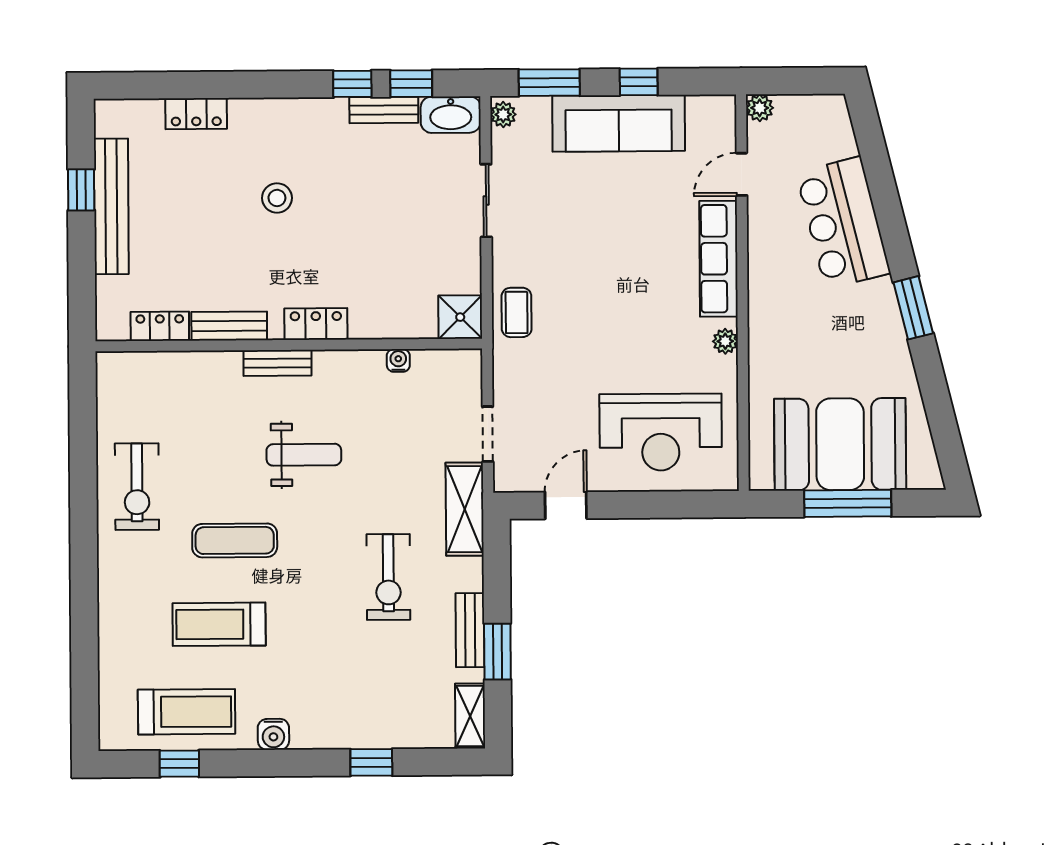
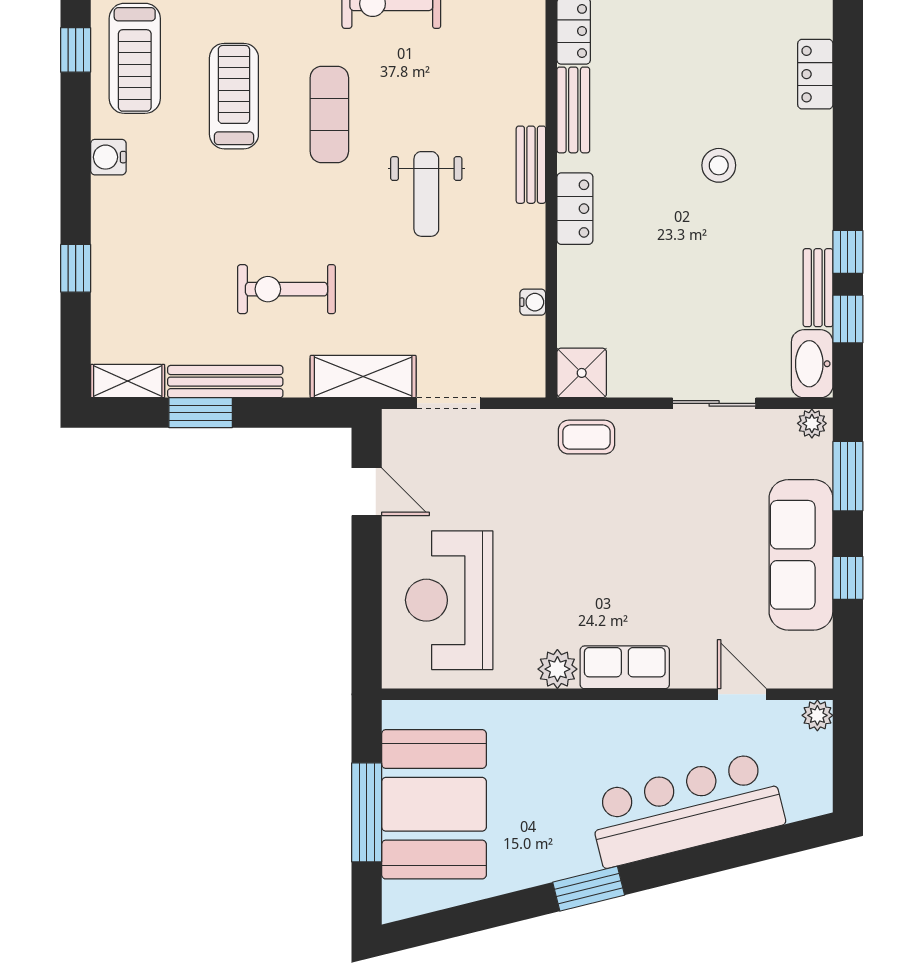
bar counter: (843, 223) -> (686, 809), width x1.36
row of seats: (718, 259) -> (625, 667), width x0.68
plant: (725, 341) -> (557, 669), width x1.38, depth x1.38
bench: (470, 630) -> (225, 382), width x1.36

